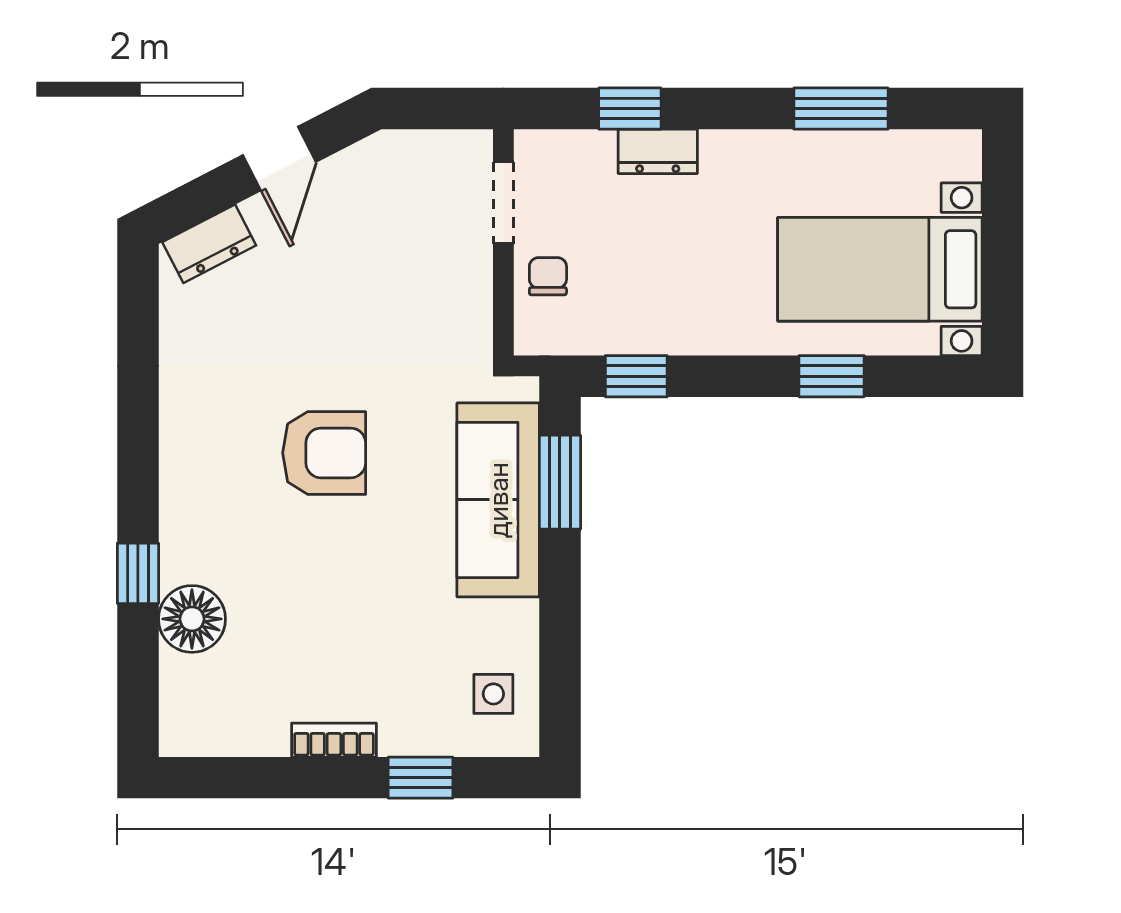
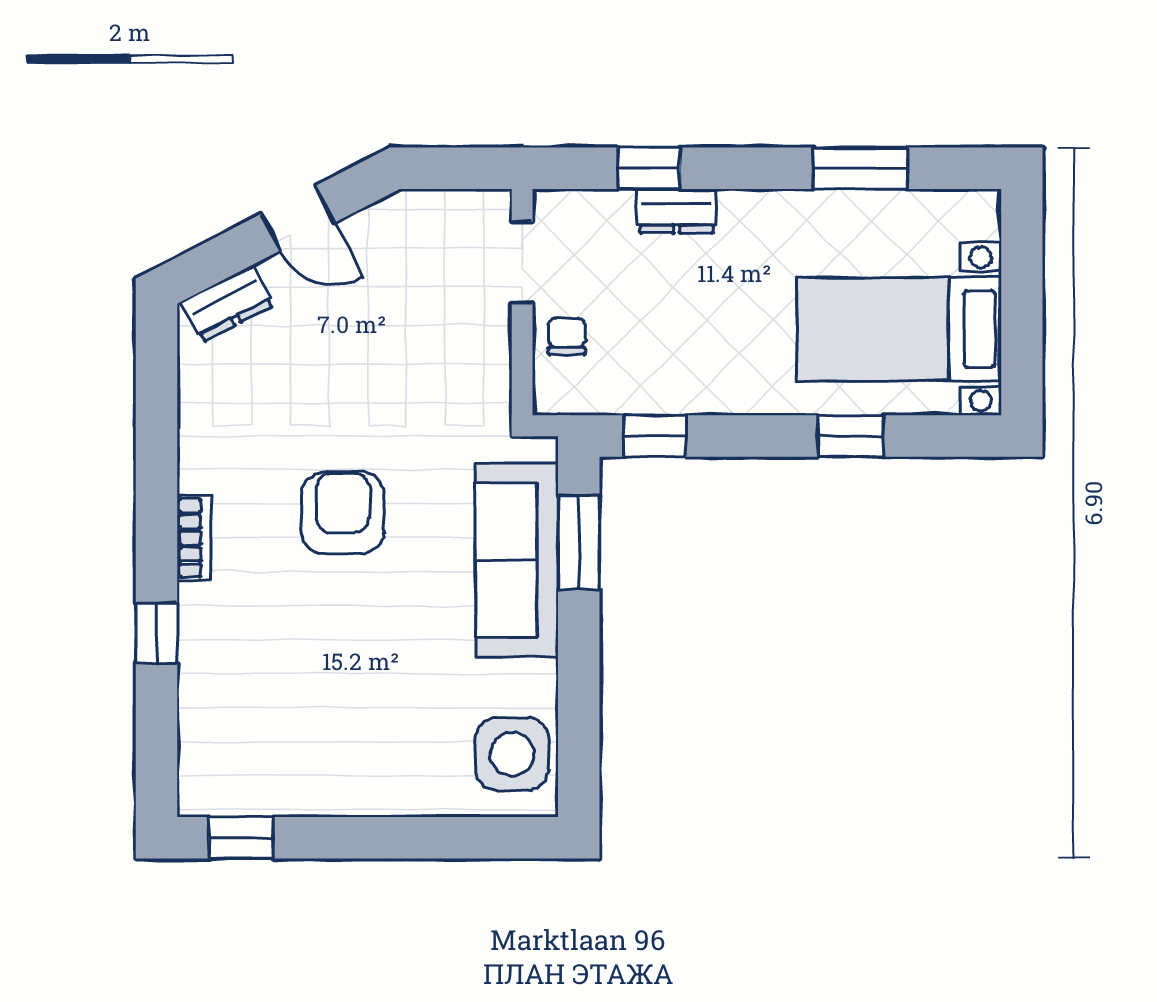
door: (279, 158) -> (298, 218), hinge flipped
armchair: (324, 453) -> (343, 513), turned -90
floor lamp: (192, 619) -> (211, 679), removed
side table: (493, 694) -> (512, 754), width x1.87, depth x1.87
bookcase: (334, 740) -> (194, 538), moved, turned 90
window: (421, 778) -> (241, 838), moved

